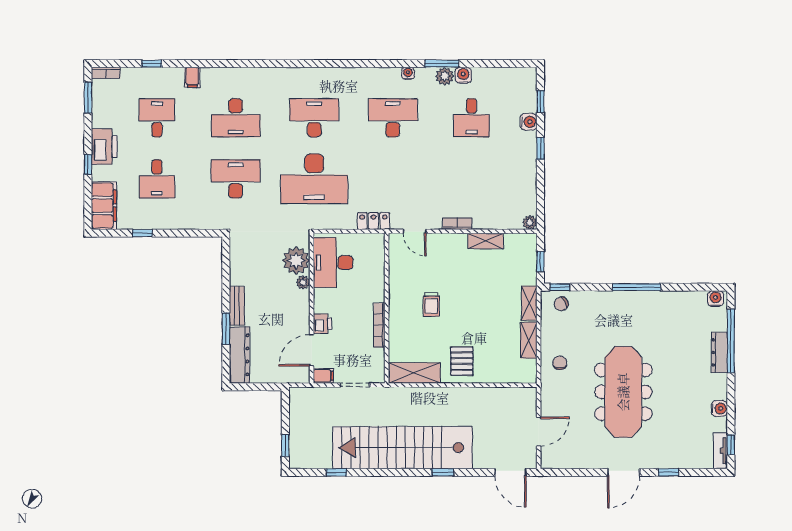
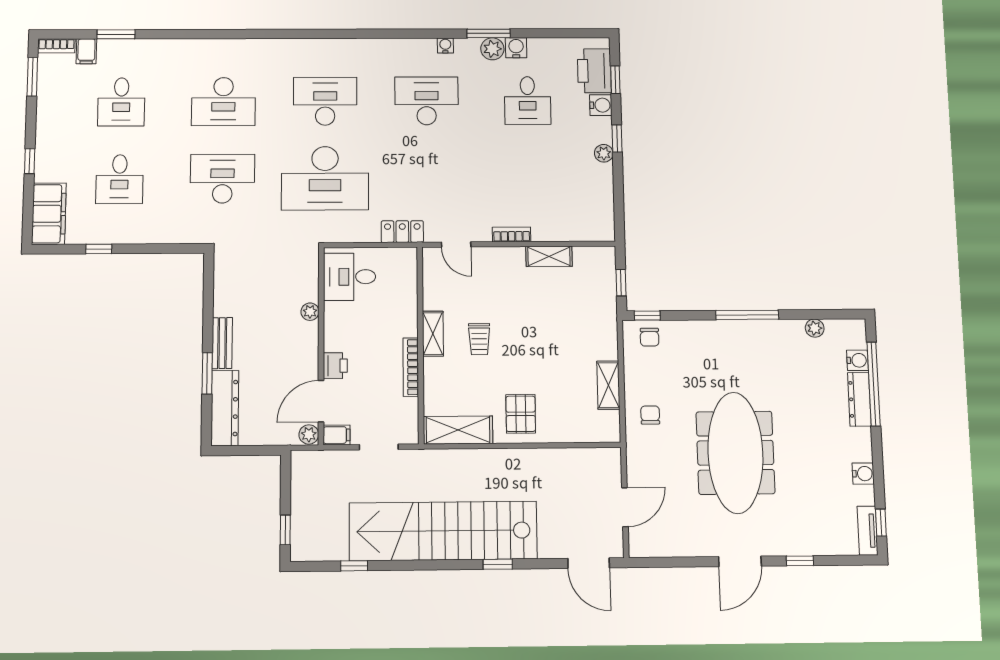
window: (152, 64) -> (116, 34), width x1.50
filing cabinet: (192, 77) -> (86, 51), moved
desk: (157, 118) -> (121, 102), turned 180
printer: (104, 147) -> (594, 71), moved, turned 180
plant: (530, 222) -> (604, 153), moved
plant: (296, 261) -> (309, 434), moved, width x0.53, depth x0.53
desk: (333, 263) -> (350, 277), width x0.73
plant: (688, 298) -> (815, 328), added
water cooler: (716, 299) -> (857, 360), moved, turned 90
shelving: (529, 303) -> (433, 334), moved
chair: (561, 304) -> (650, 337), turned -62

